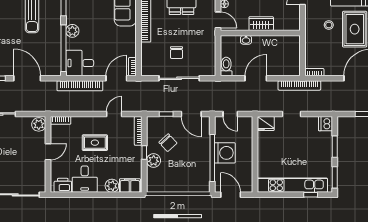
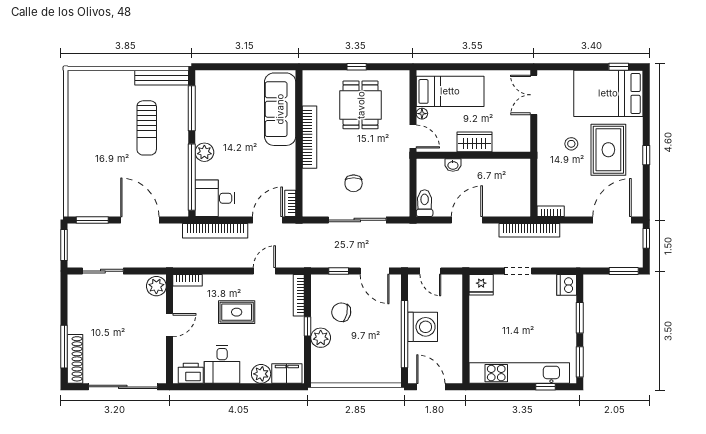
chair: (168, 143) -> (341, 312), turned 146

